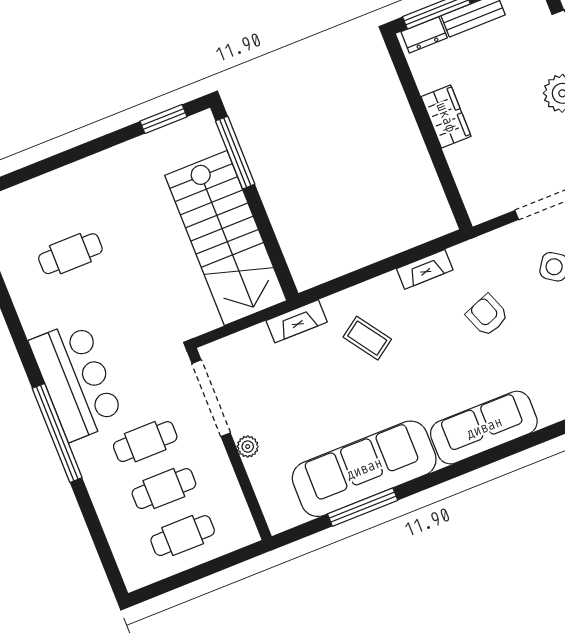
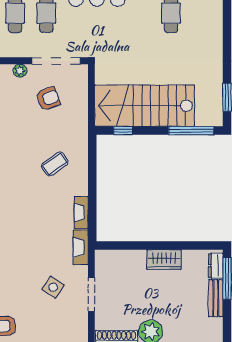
window: (276, 255) -> (123, 131), added
armchair: (487, 315) -> (48, 99), moved
fireplace: (297, 321) -> (81, 247), moved

